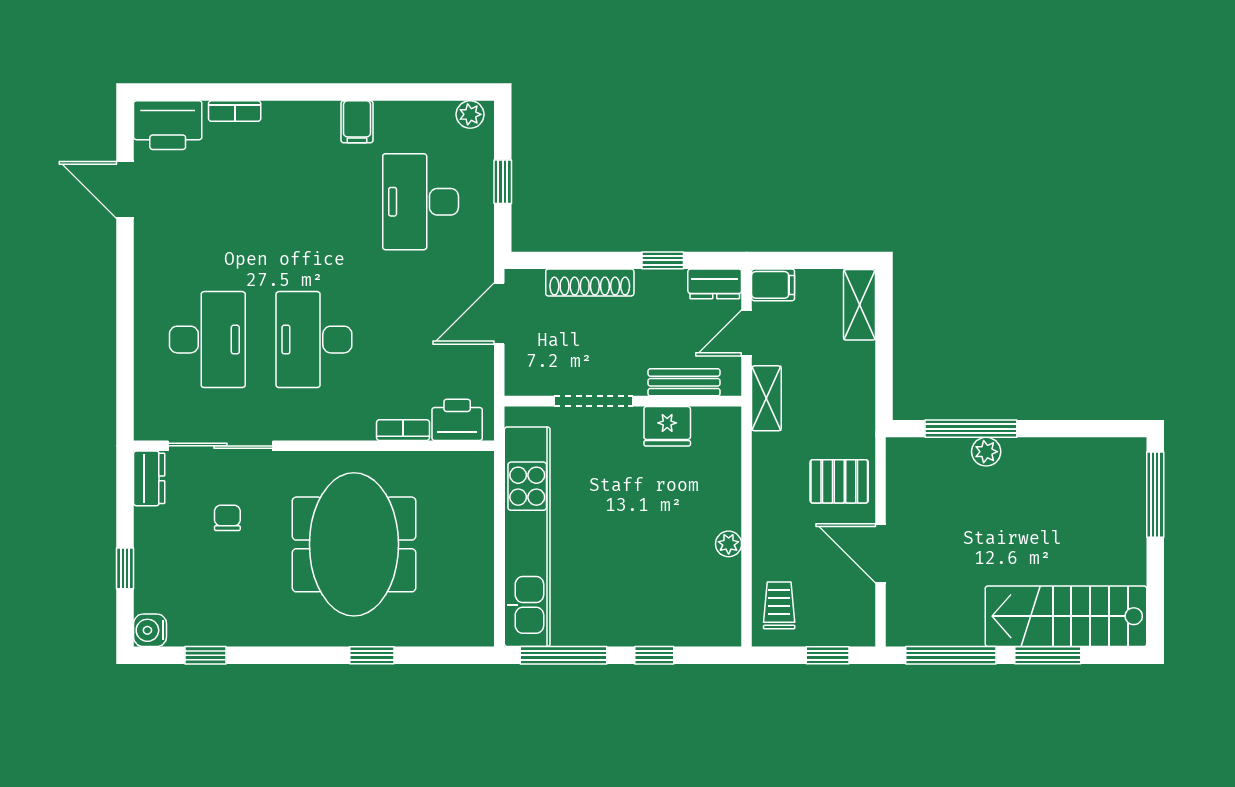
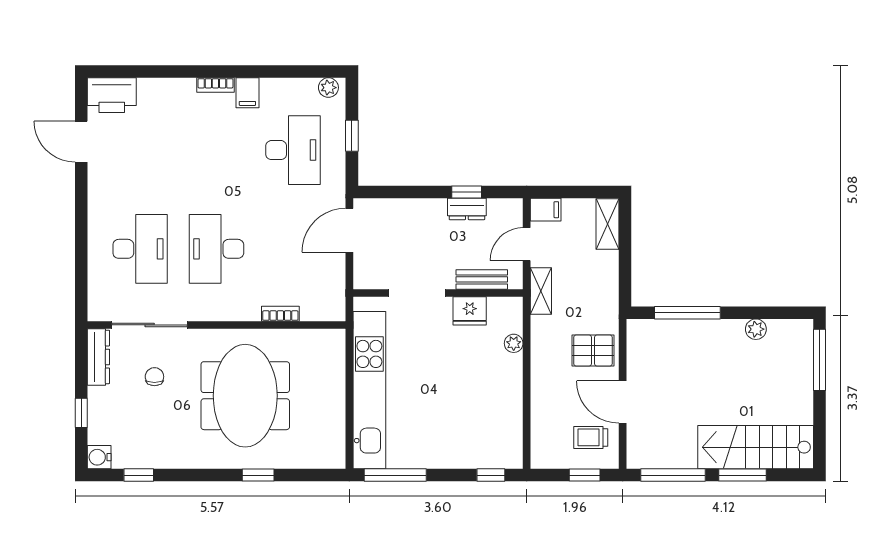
bookcase: (235, 111) -> (215, 85), moved
desk: (421, 202) -> (293, 150), turned 180
shoe rack: (590, 282) -> (414, 208), removed
dresser: (715, 284) -> (467, 209), moved
printer: (457, 420) -> (319, 306), removed
plant: (986, 452) -> (756, 329), moved
dresser: (149, 478) -> (98, 357), width x1.44
plant: (729, 544) -> (514, 343), moved
trolley: (779, 605) -> (591, 437), moved, turned -90
window: (654, 655) -> (491, 475), moved

